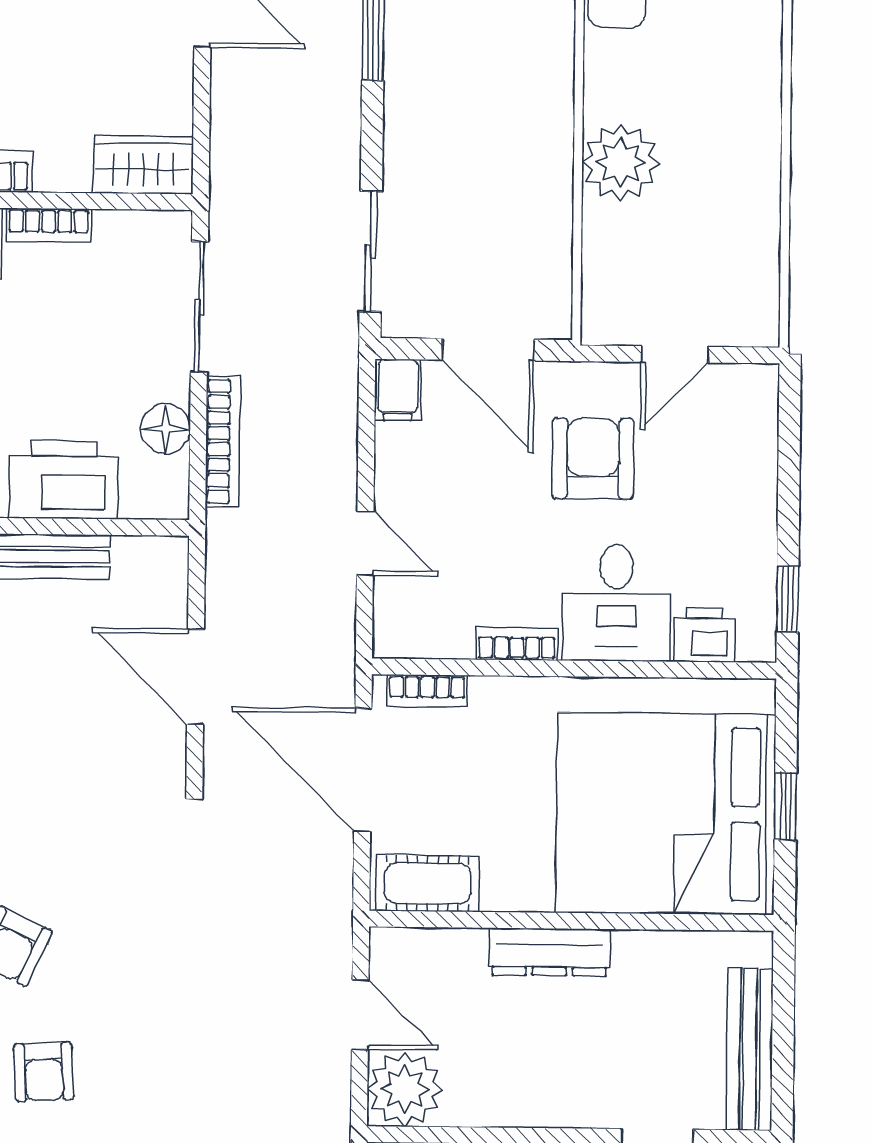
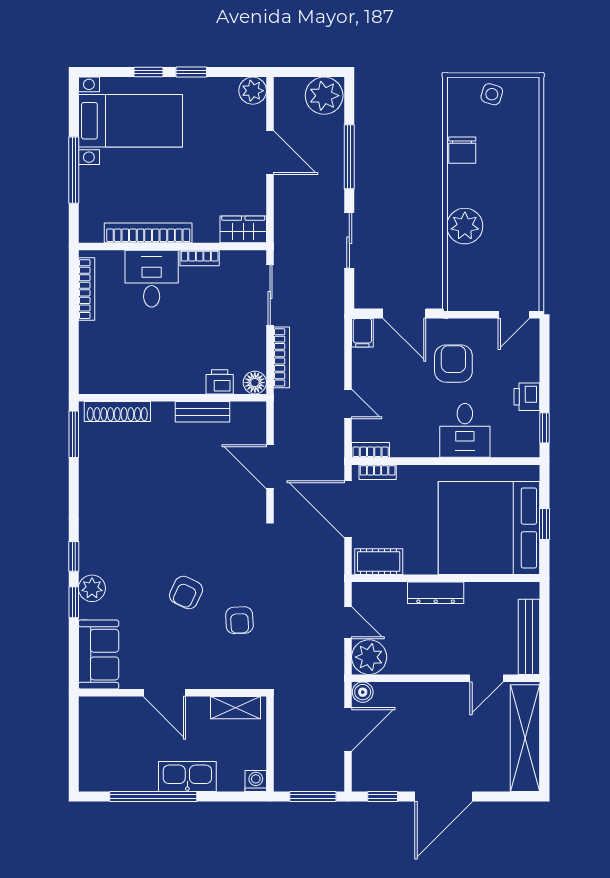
sliding door: (371, 251) -> (349, 240), moved
door: (674, 354) -> (514, 315), moved
floor lamp: (165, 429) -> (255, 383), moved
printer: (64, 480) -> (220, 382), width x0.53, depth x0.68
printer: (704, 635) -> (527, 397), moved, turned -90
bookcase: (517, 644) -> (371, 450), moved
armchair: (44, 1072) -> (239, 620), moved

